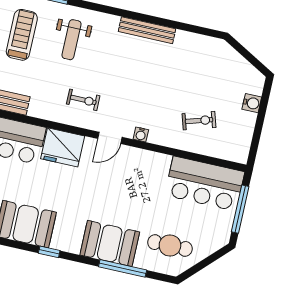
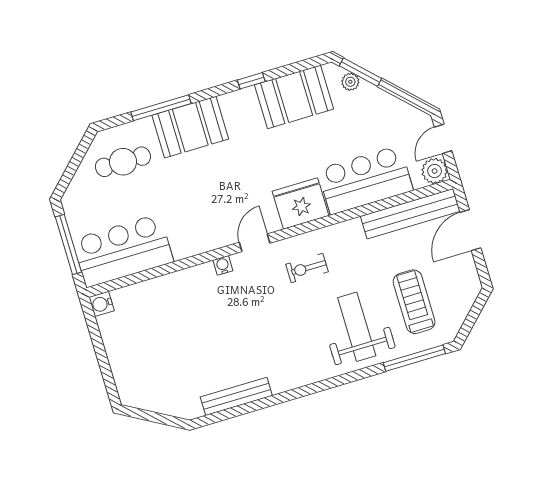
bench: (147, 30) -> (236, 396), moved
treadmill: (22, 35) -> (414, 302), turned 180
weight bench: (72, 40) -> (357, 327), width x1.36, depth x1.33
water cooler: (252, 103) -> (102, 304), moved
exercise bike: (199, 121) -> (168, 316), removed

